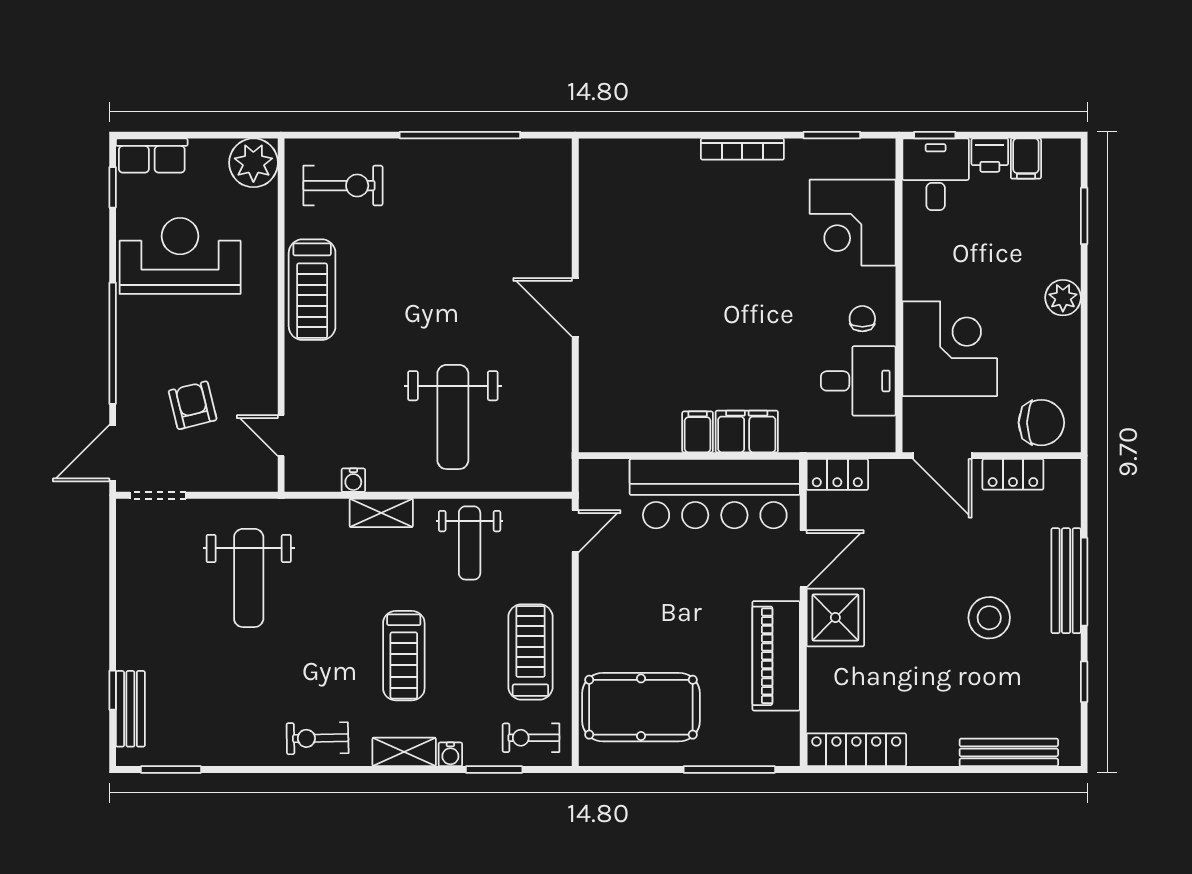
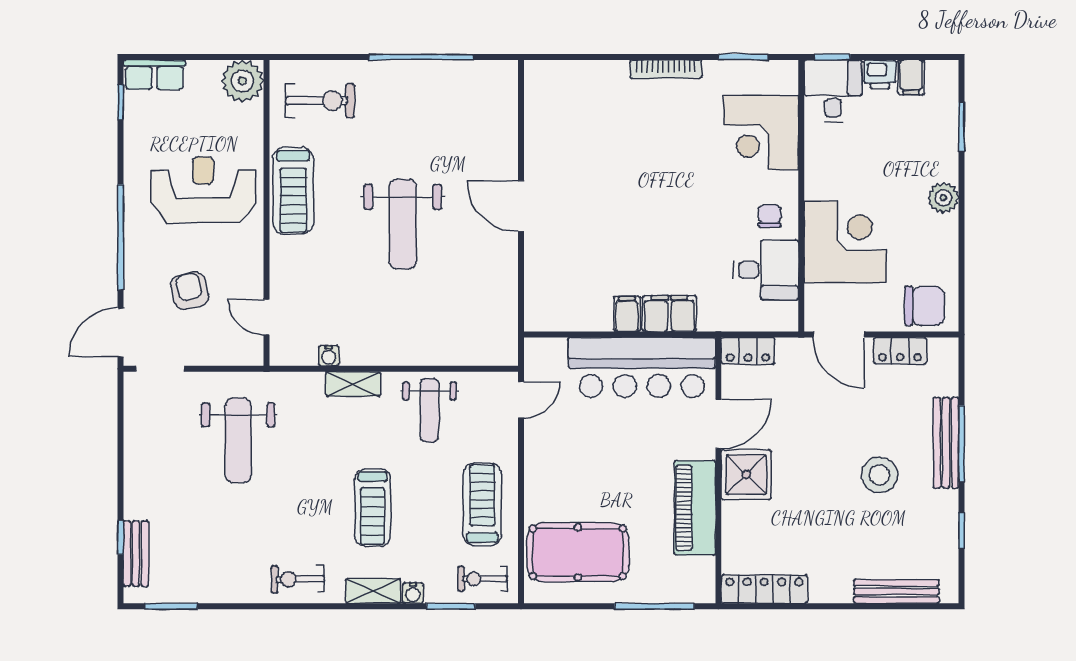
reception desk: (180, 256) -> (203, 190), moved
weight bench: (453, 417) -> (403, 224), moved

